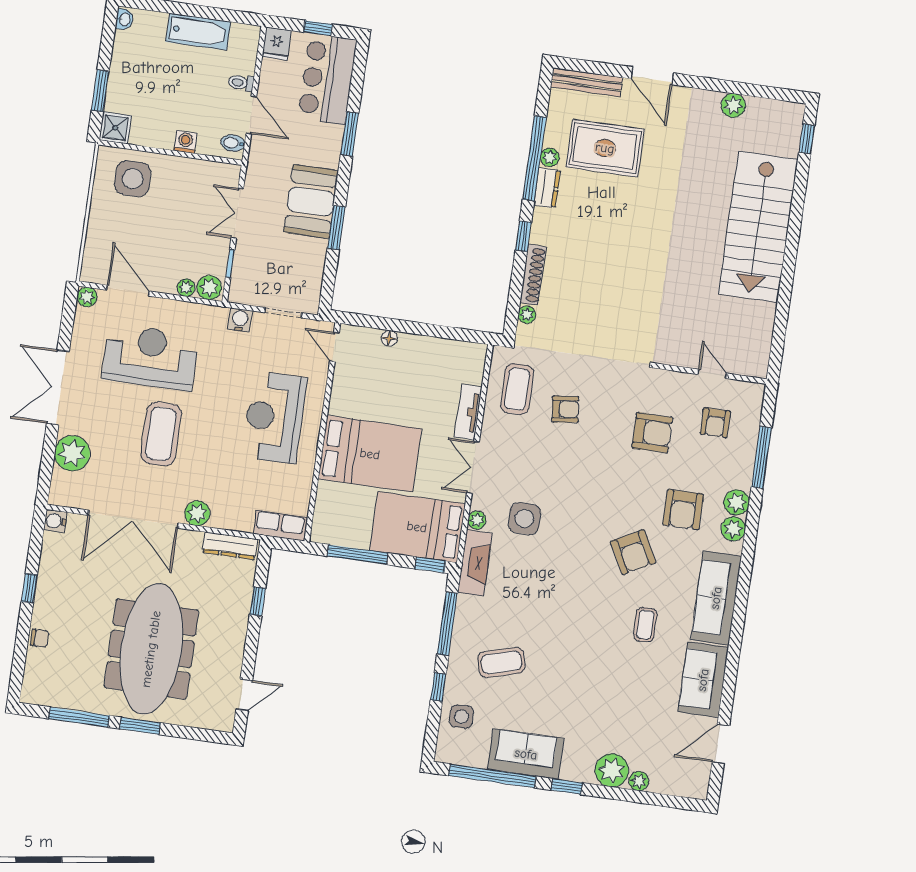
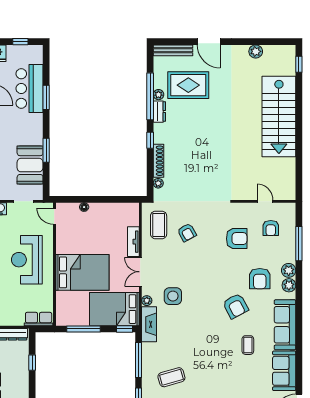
bar counter: (327, 79) -> (30, 89), moved
booth: (311, 201) -> (30, 165), moved
armchair: (565, 409) -> (187, 232), turned 68

